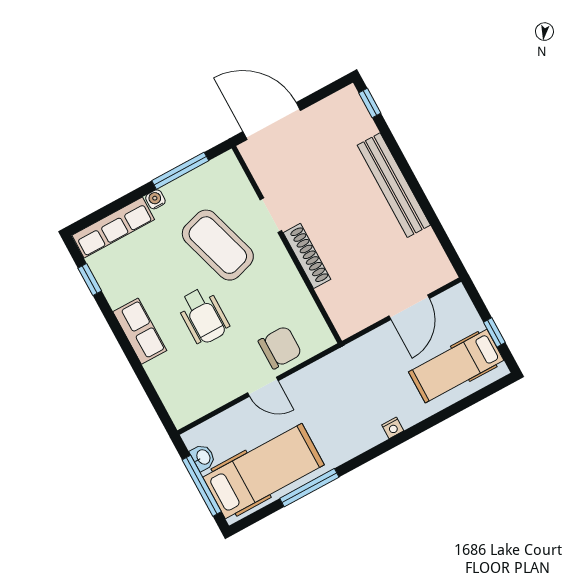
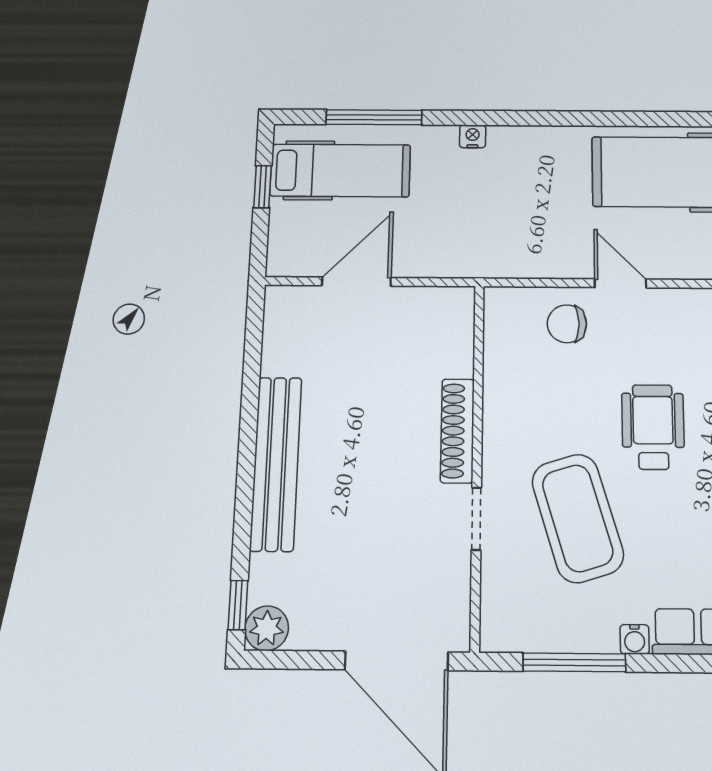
plant: (348, 100) -> (267, 628), added
chair: (280, 347) -> (567, 324), width x0.73, depth x0.73
window: (309, 488) -> (374, 117), moved

